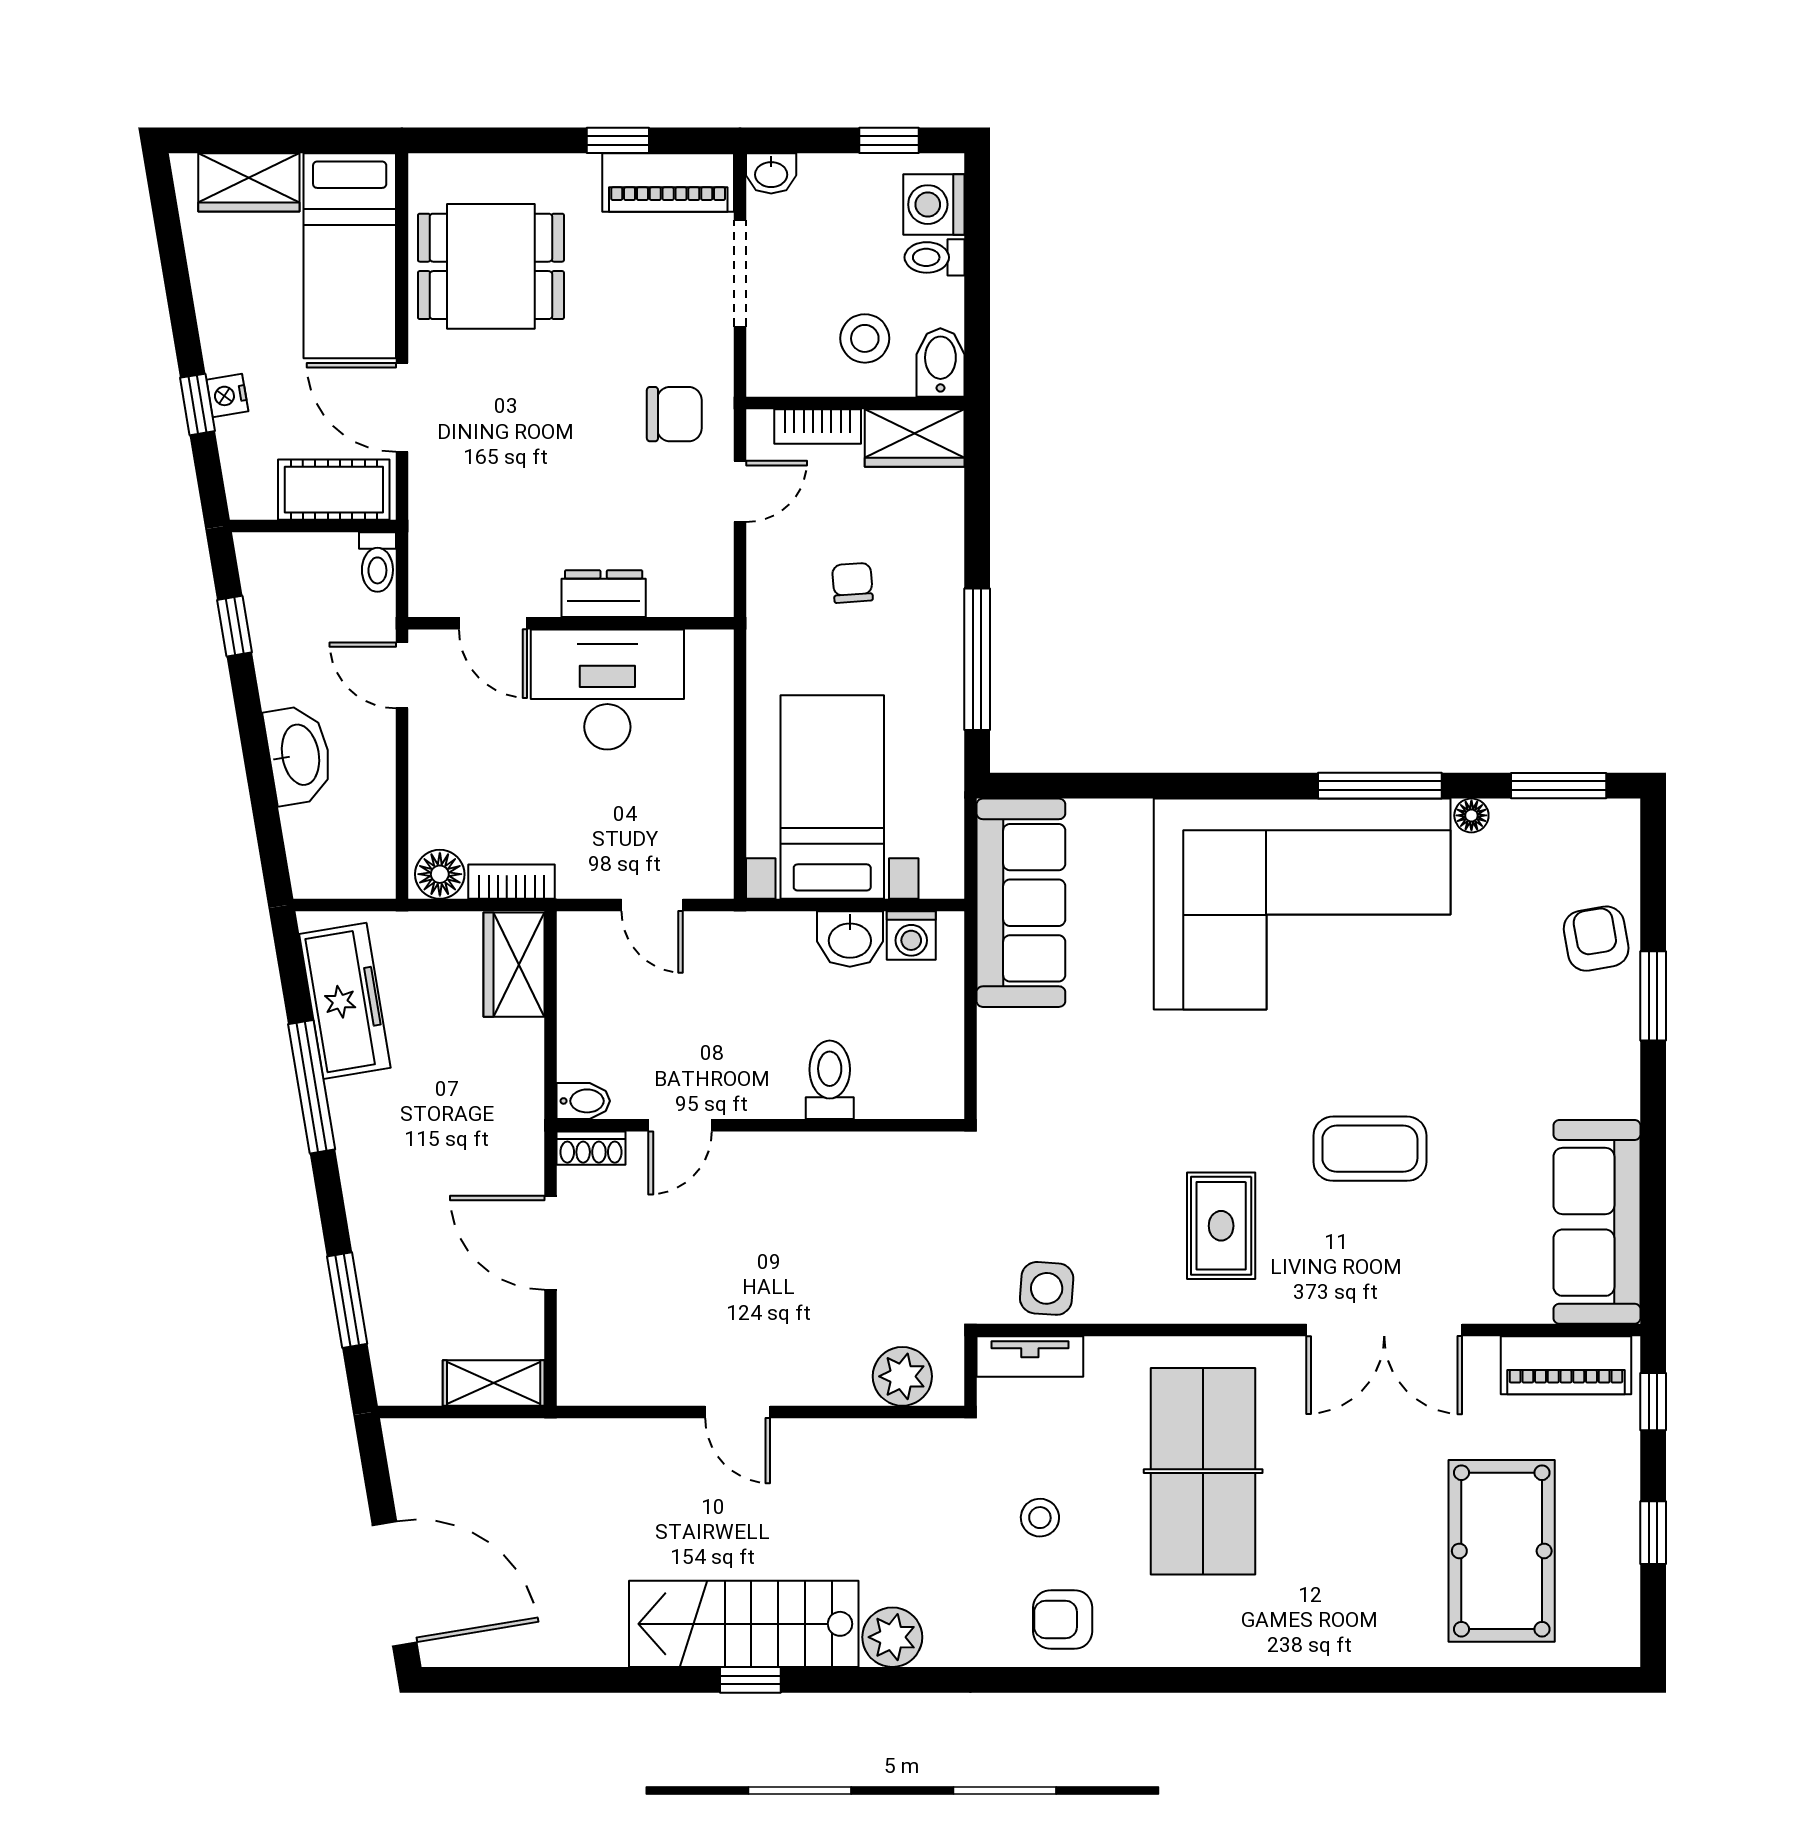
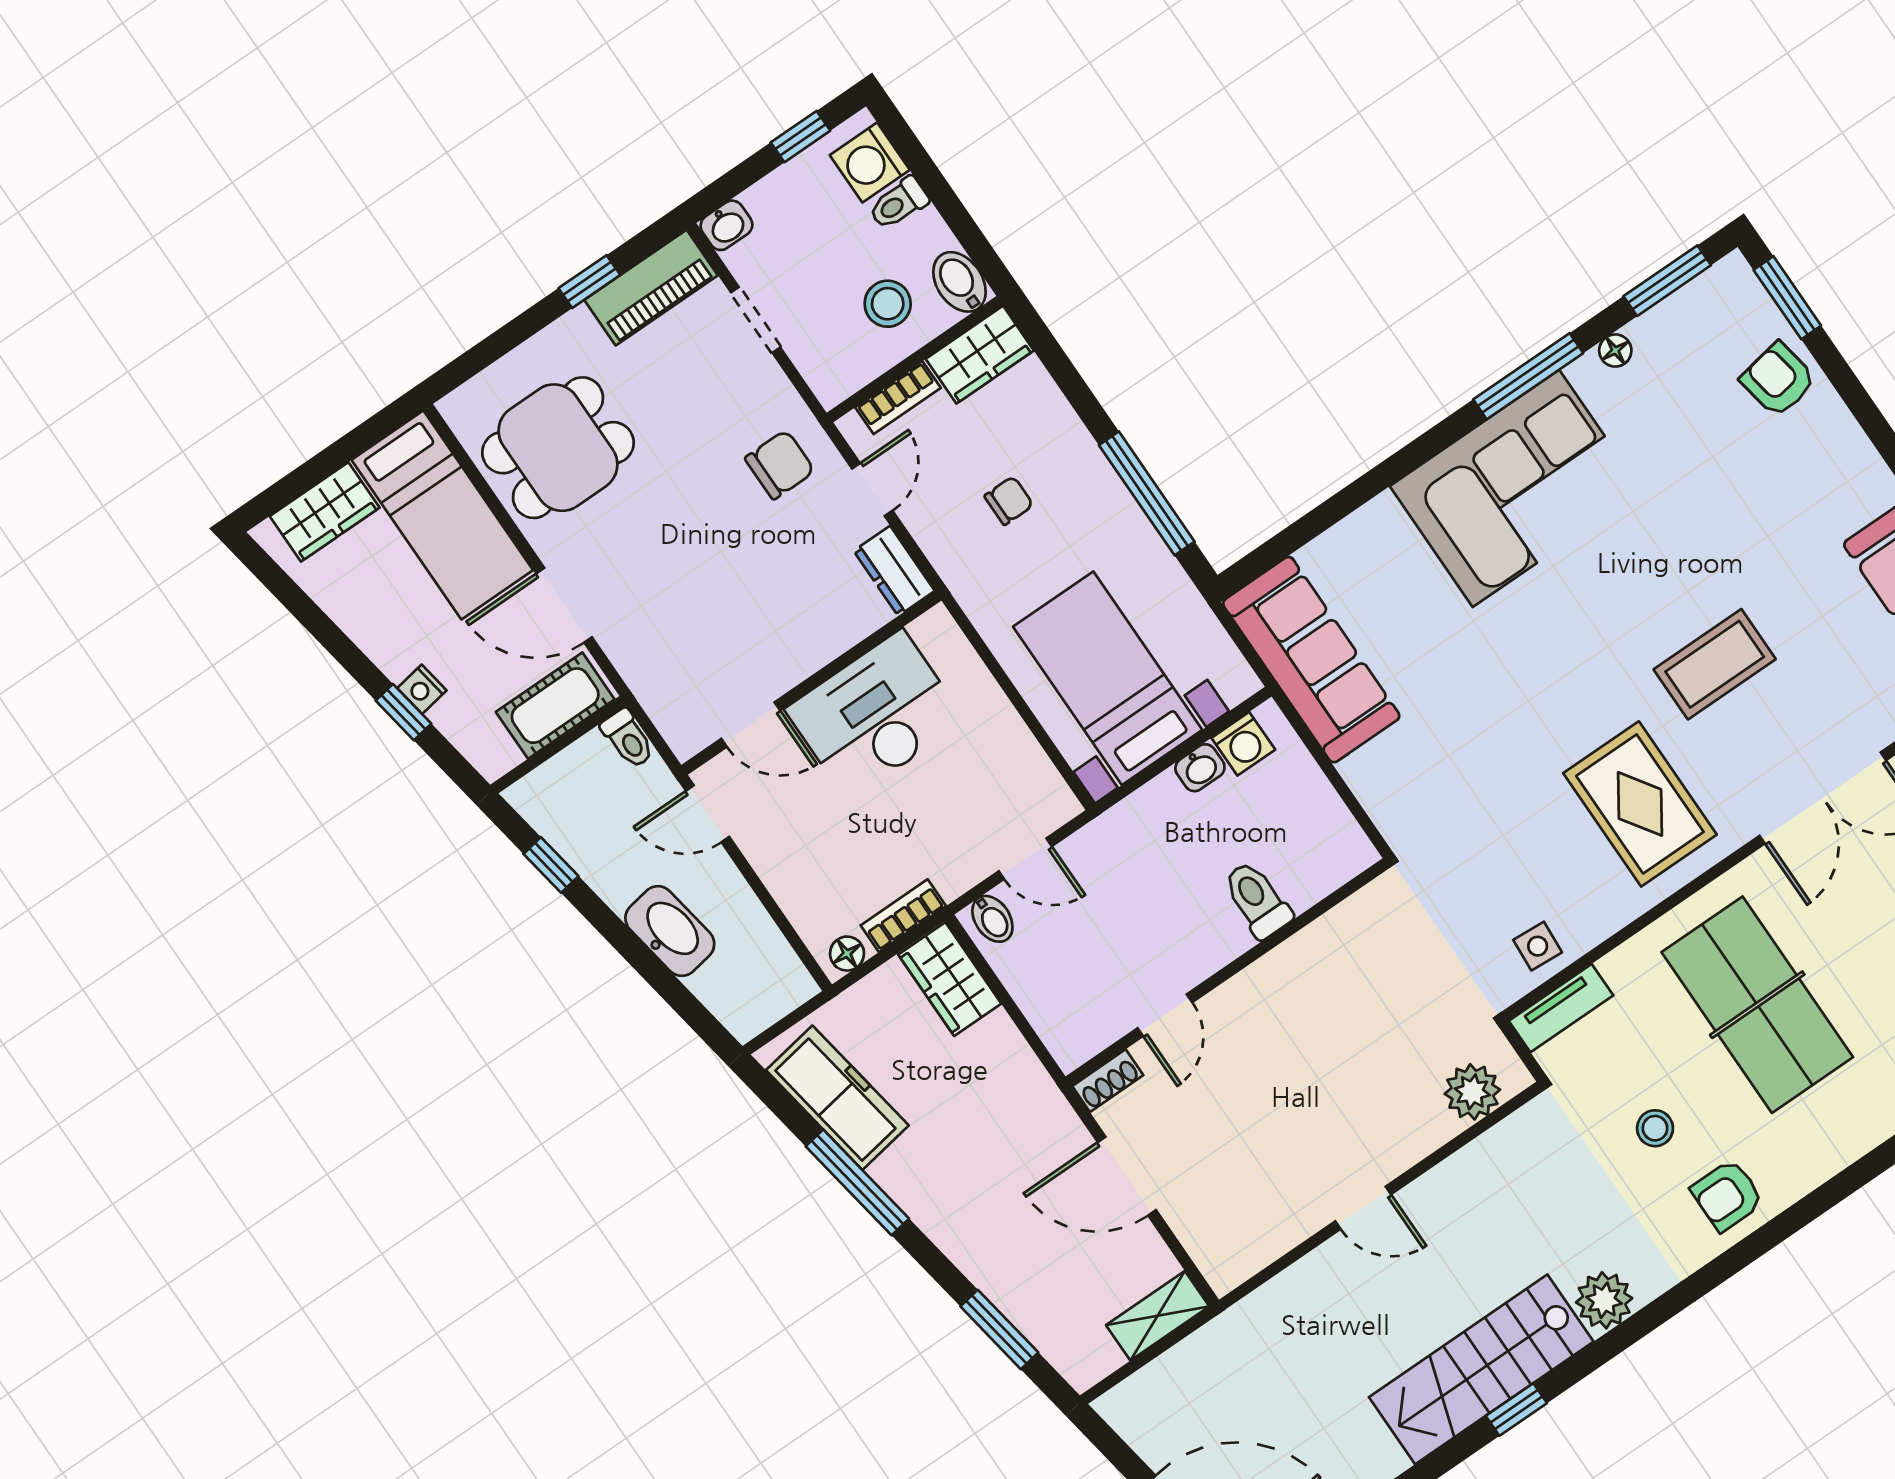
doorway: (740, 273) -> (756, 320), width x0.73
chair: (852, 583) -> (1009, 501), turned 94
dresser: (604, 594) -> (894, 571), moved, turned -90
floor lamp: (440, 874) -> (847, 954), width x0.73, depth x0.73
corner sofa: (1302, 904) -> (1516, 488), width x0.73, depth x0.74
washbasin: (850, 939) -> (1200, 768), width x0.72, depth x0.69
window: (1653, 996) -> (1787, 298), moved
bidet: (583, 1101) -> (992, 919), moved, turned 90
rug: (1221, 1226) -> (1640, 804), width x1.36, depth x1.43
side table: (1047, 1288) -> (1538, 946), width x0.73, depth x0.73

